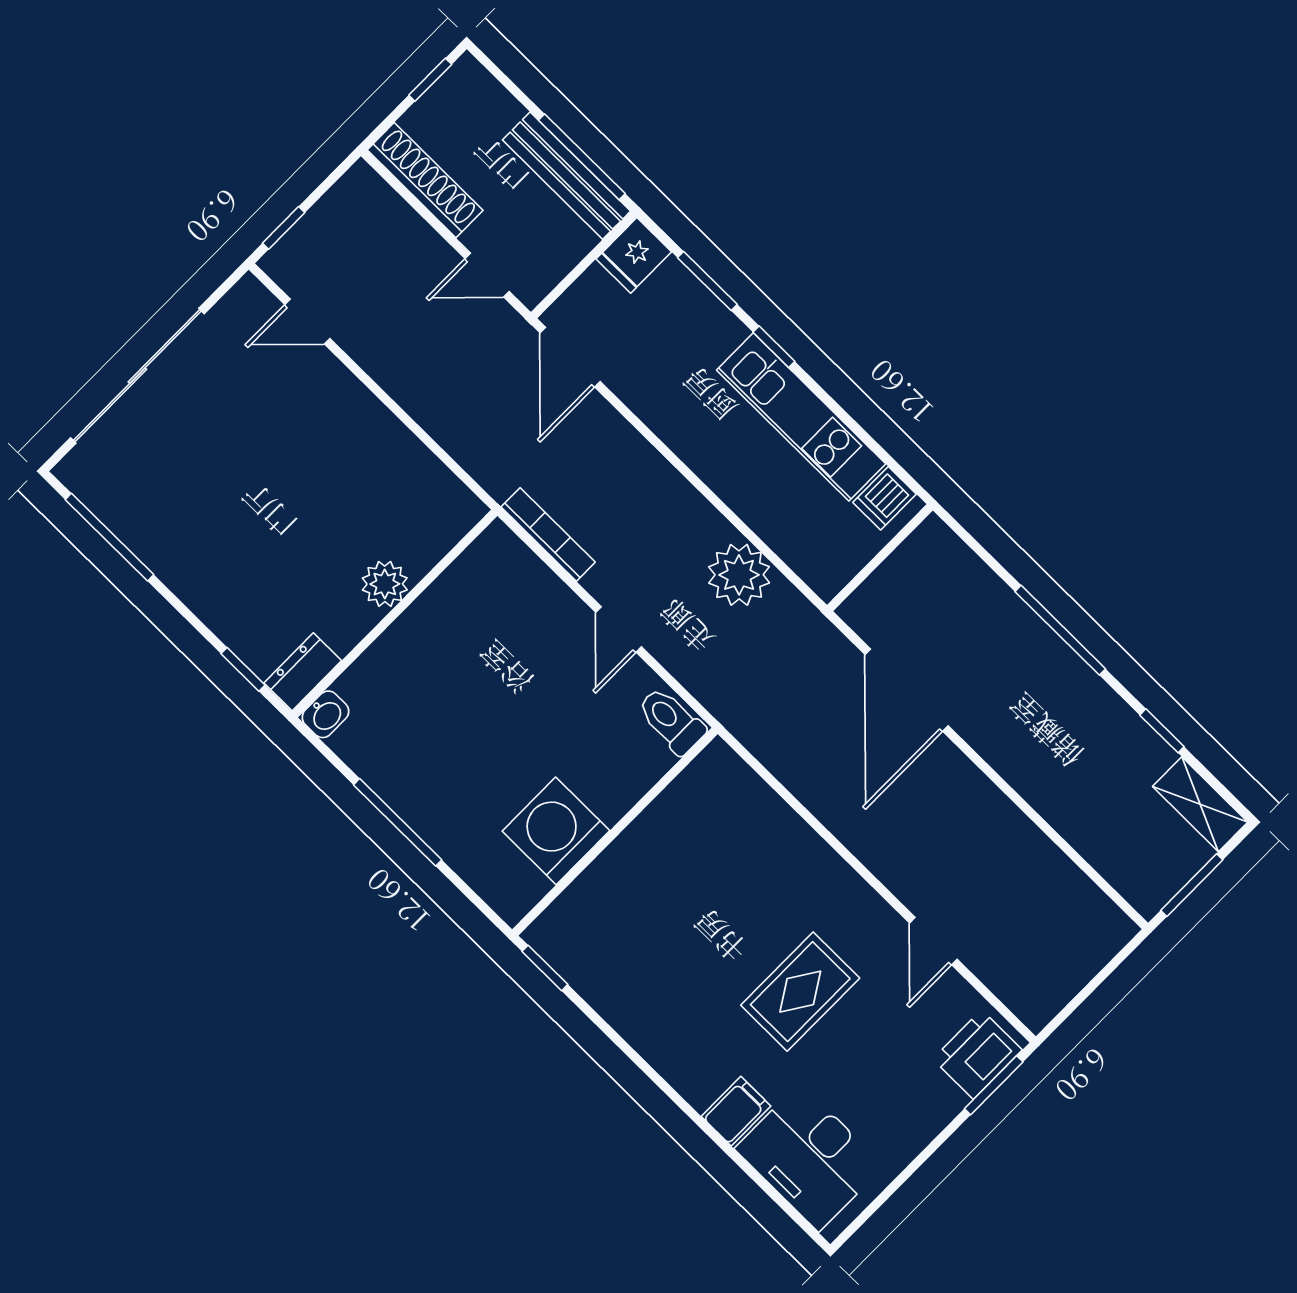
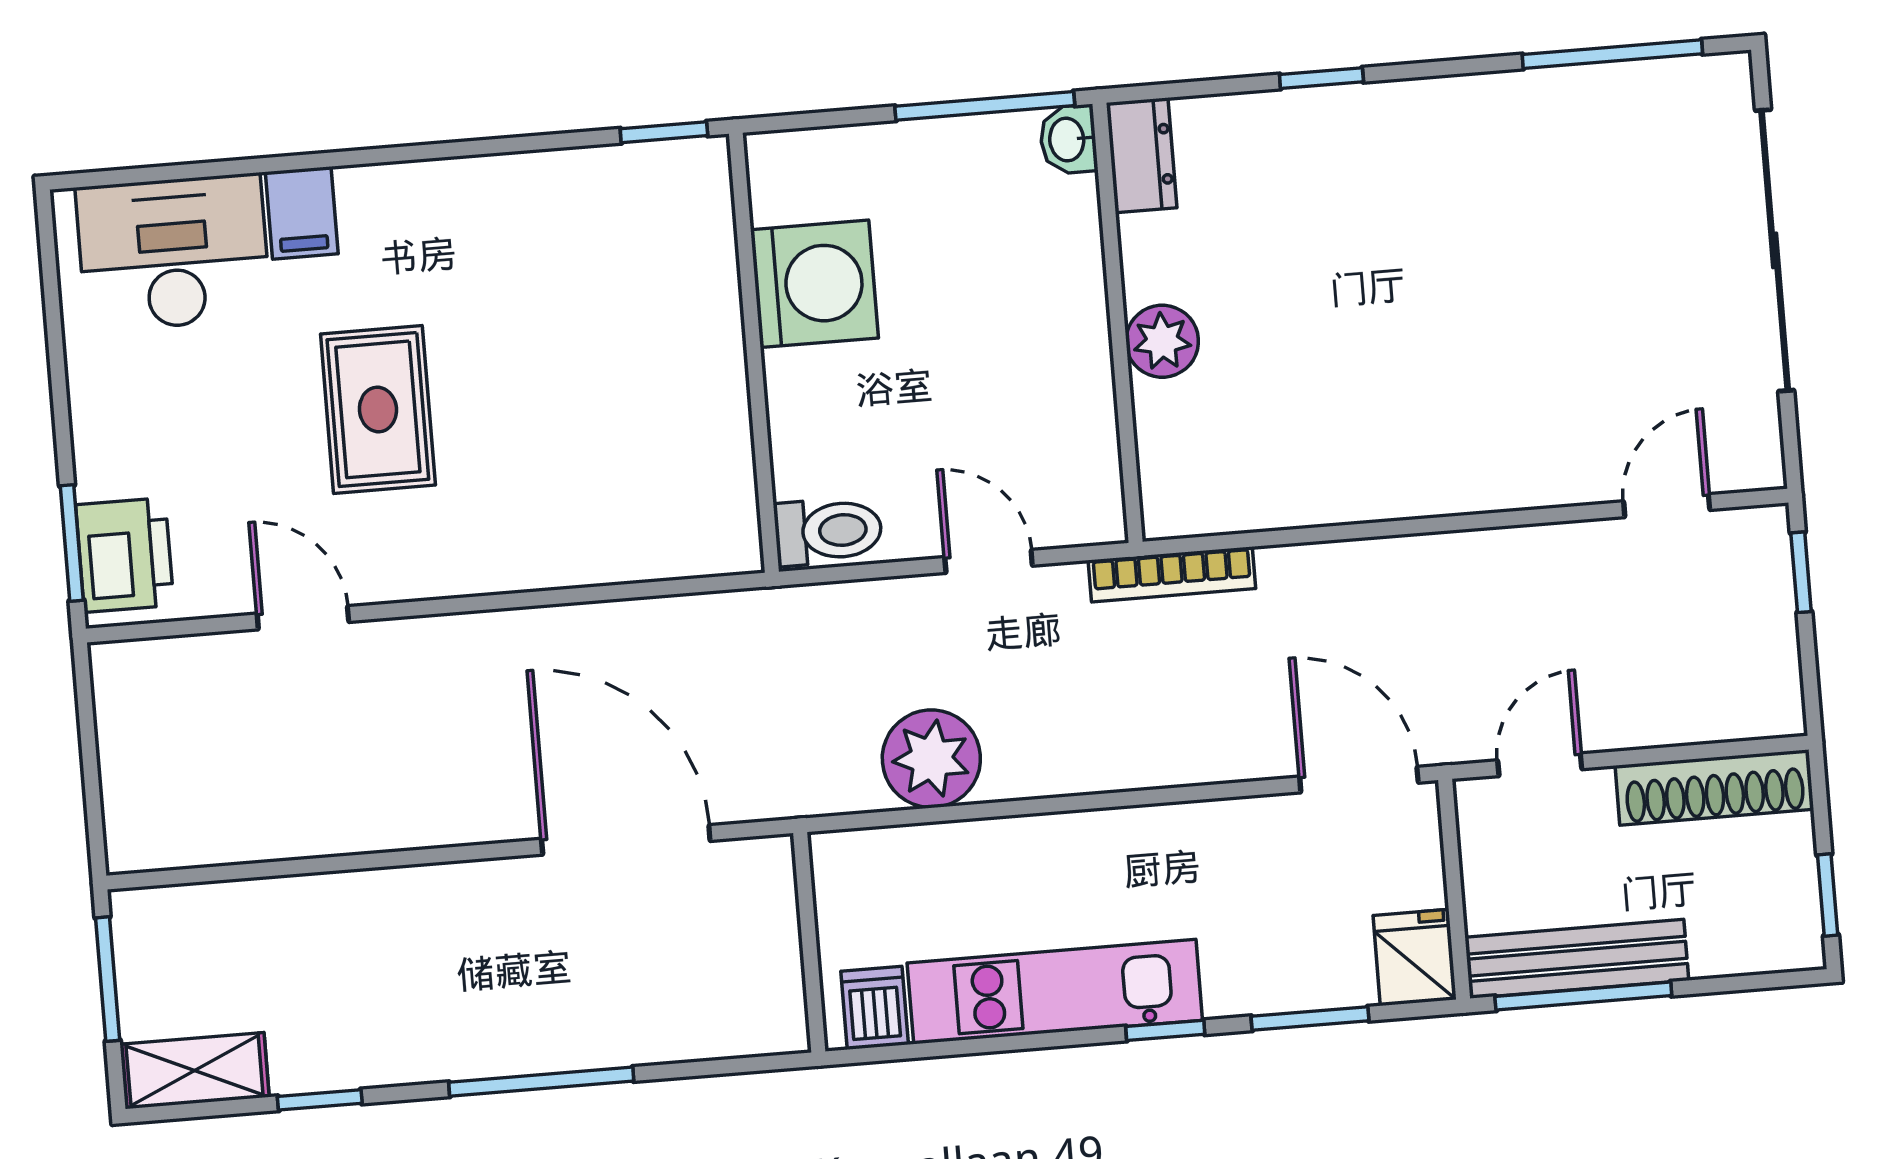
plant: (385, 584) -> (1162, 341), moved
wall: (395, 613) -> (1117, 323), moved
dresser: (303, 672) -> (1142, 156), moved
washbasin: (325, 714) -> (1068, 139), moved

